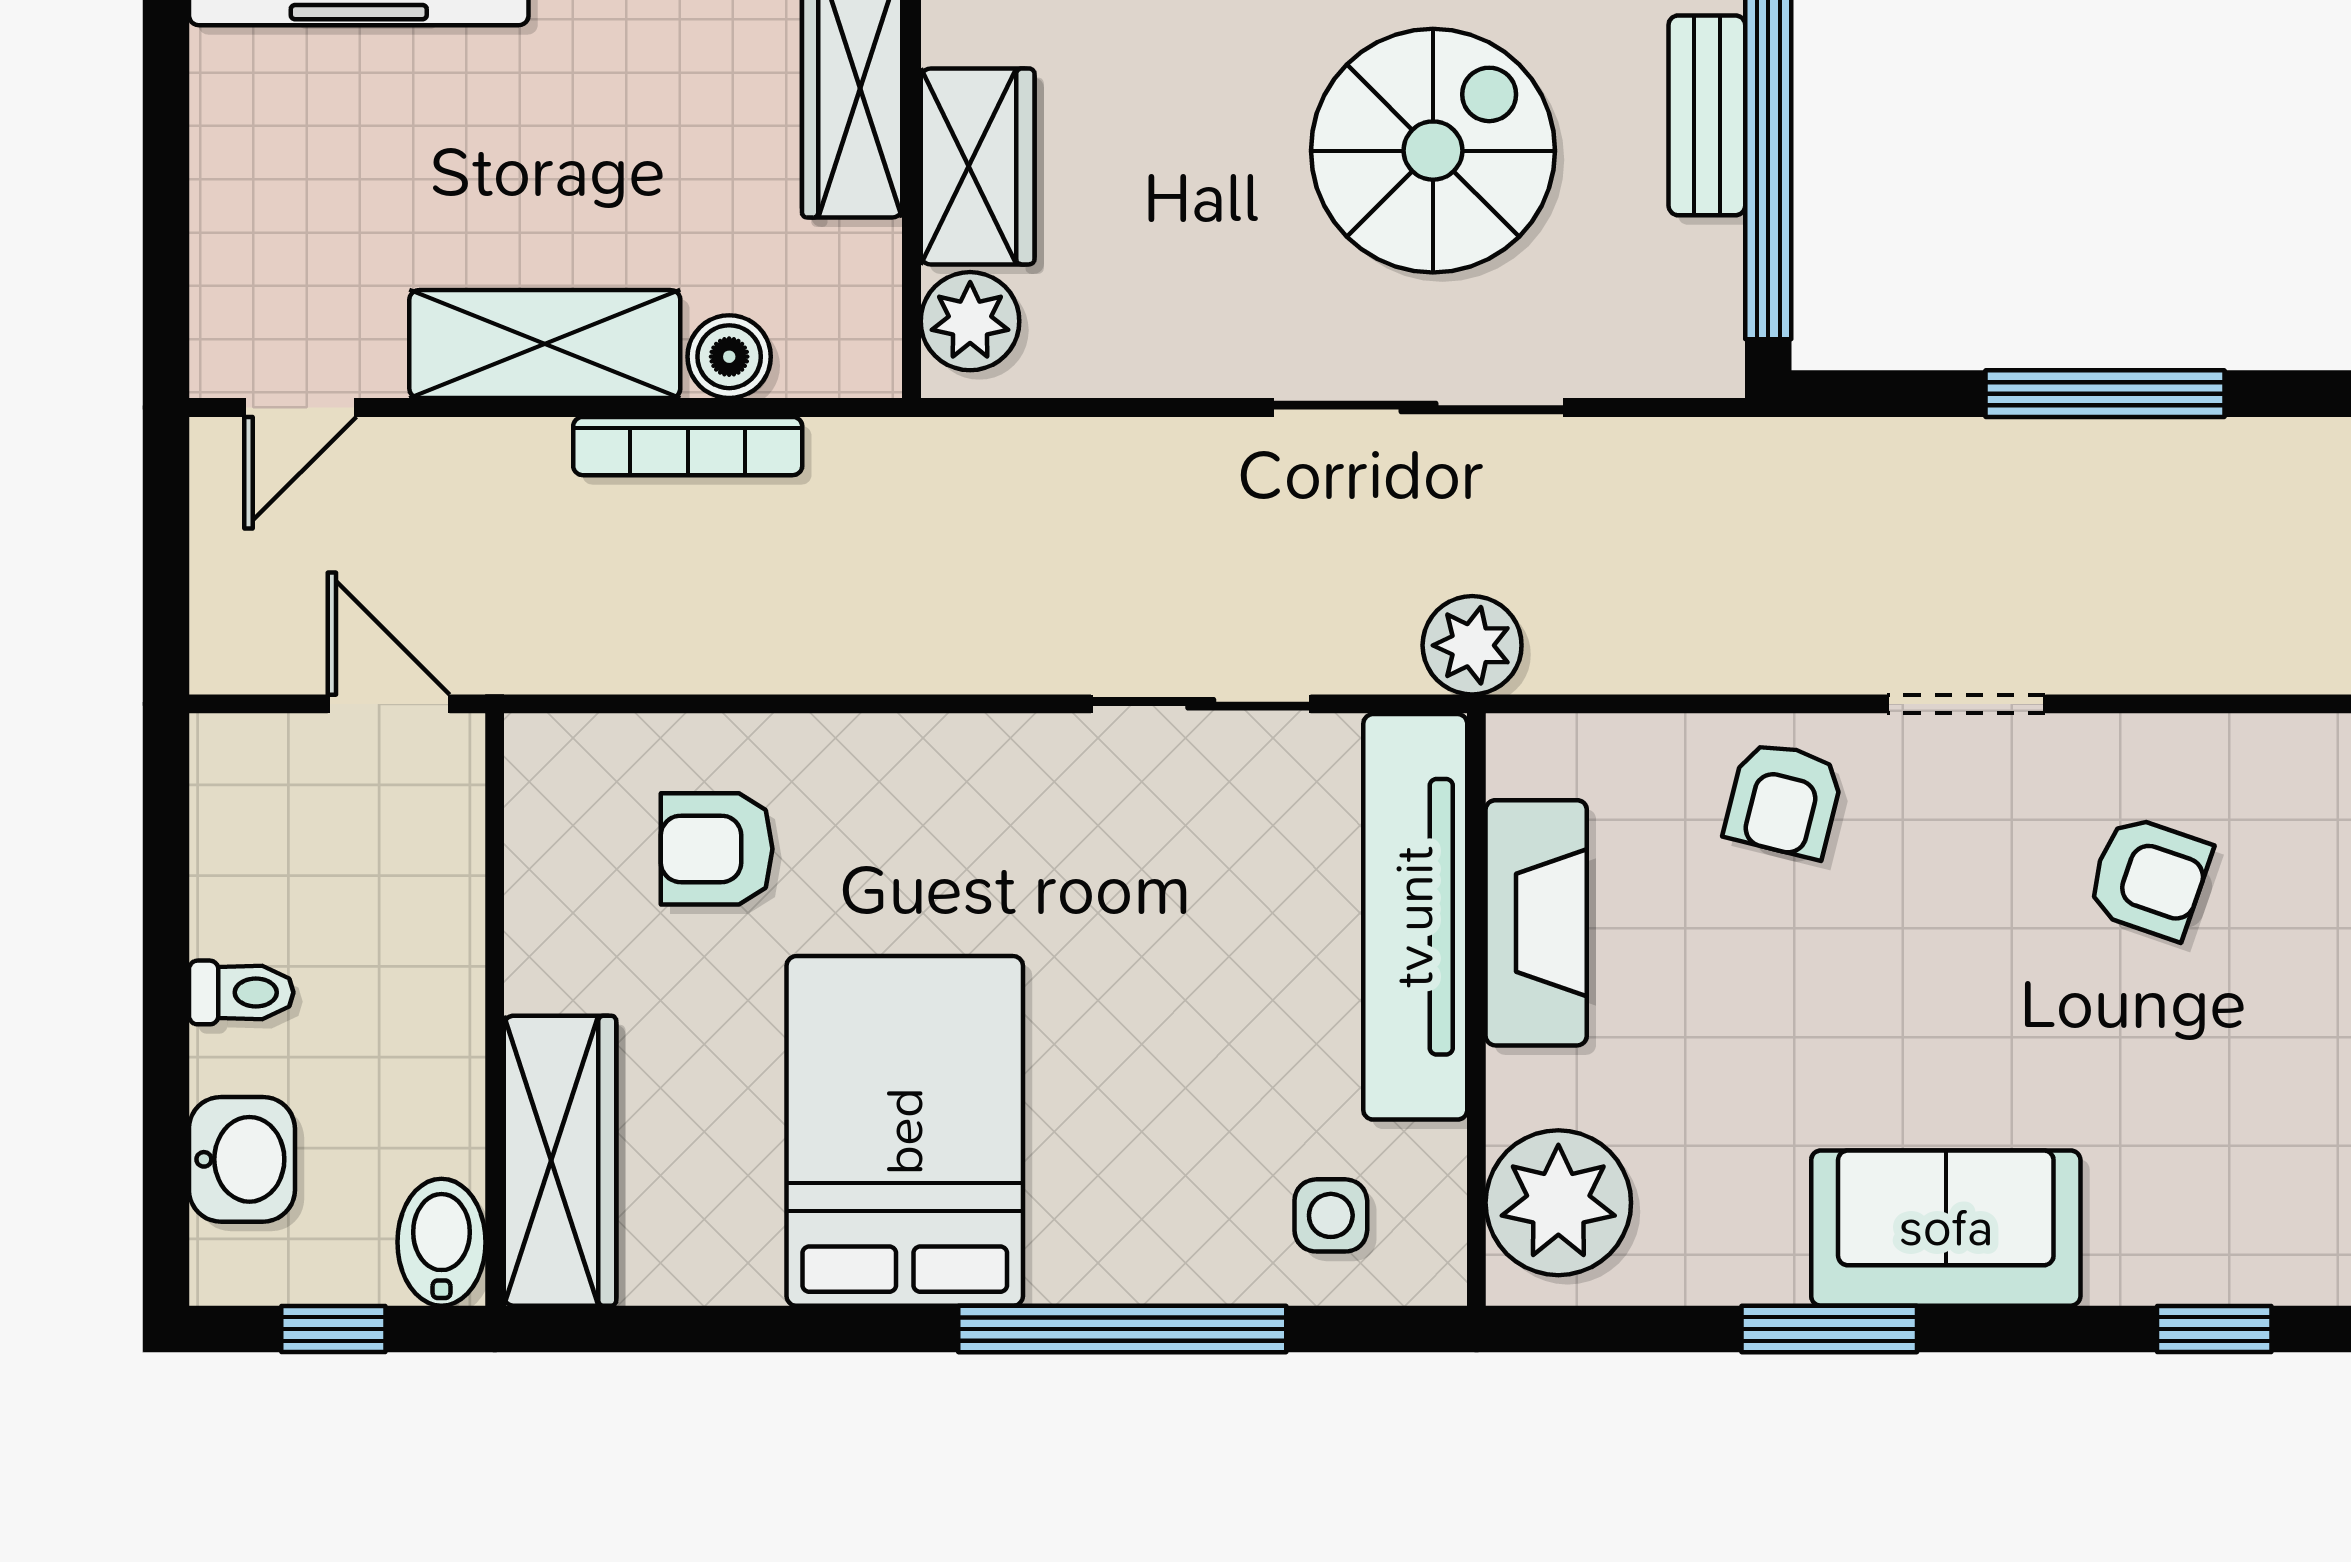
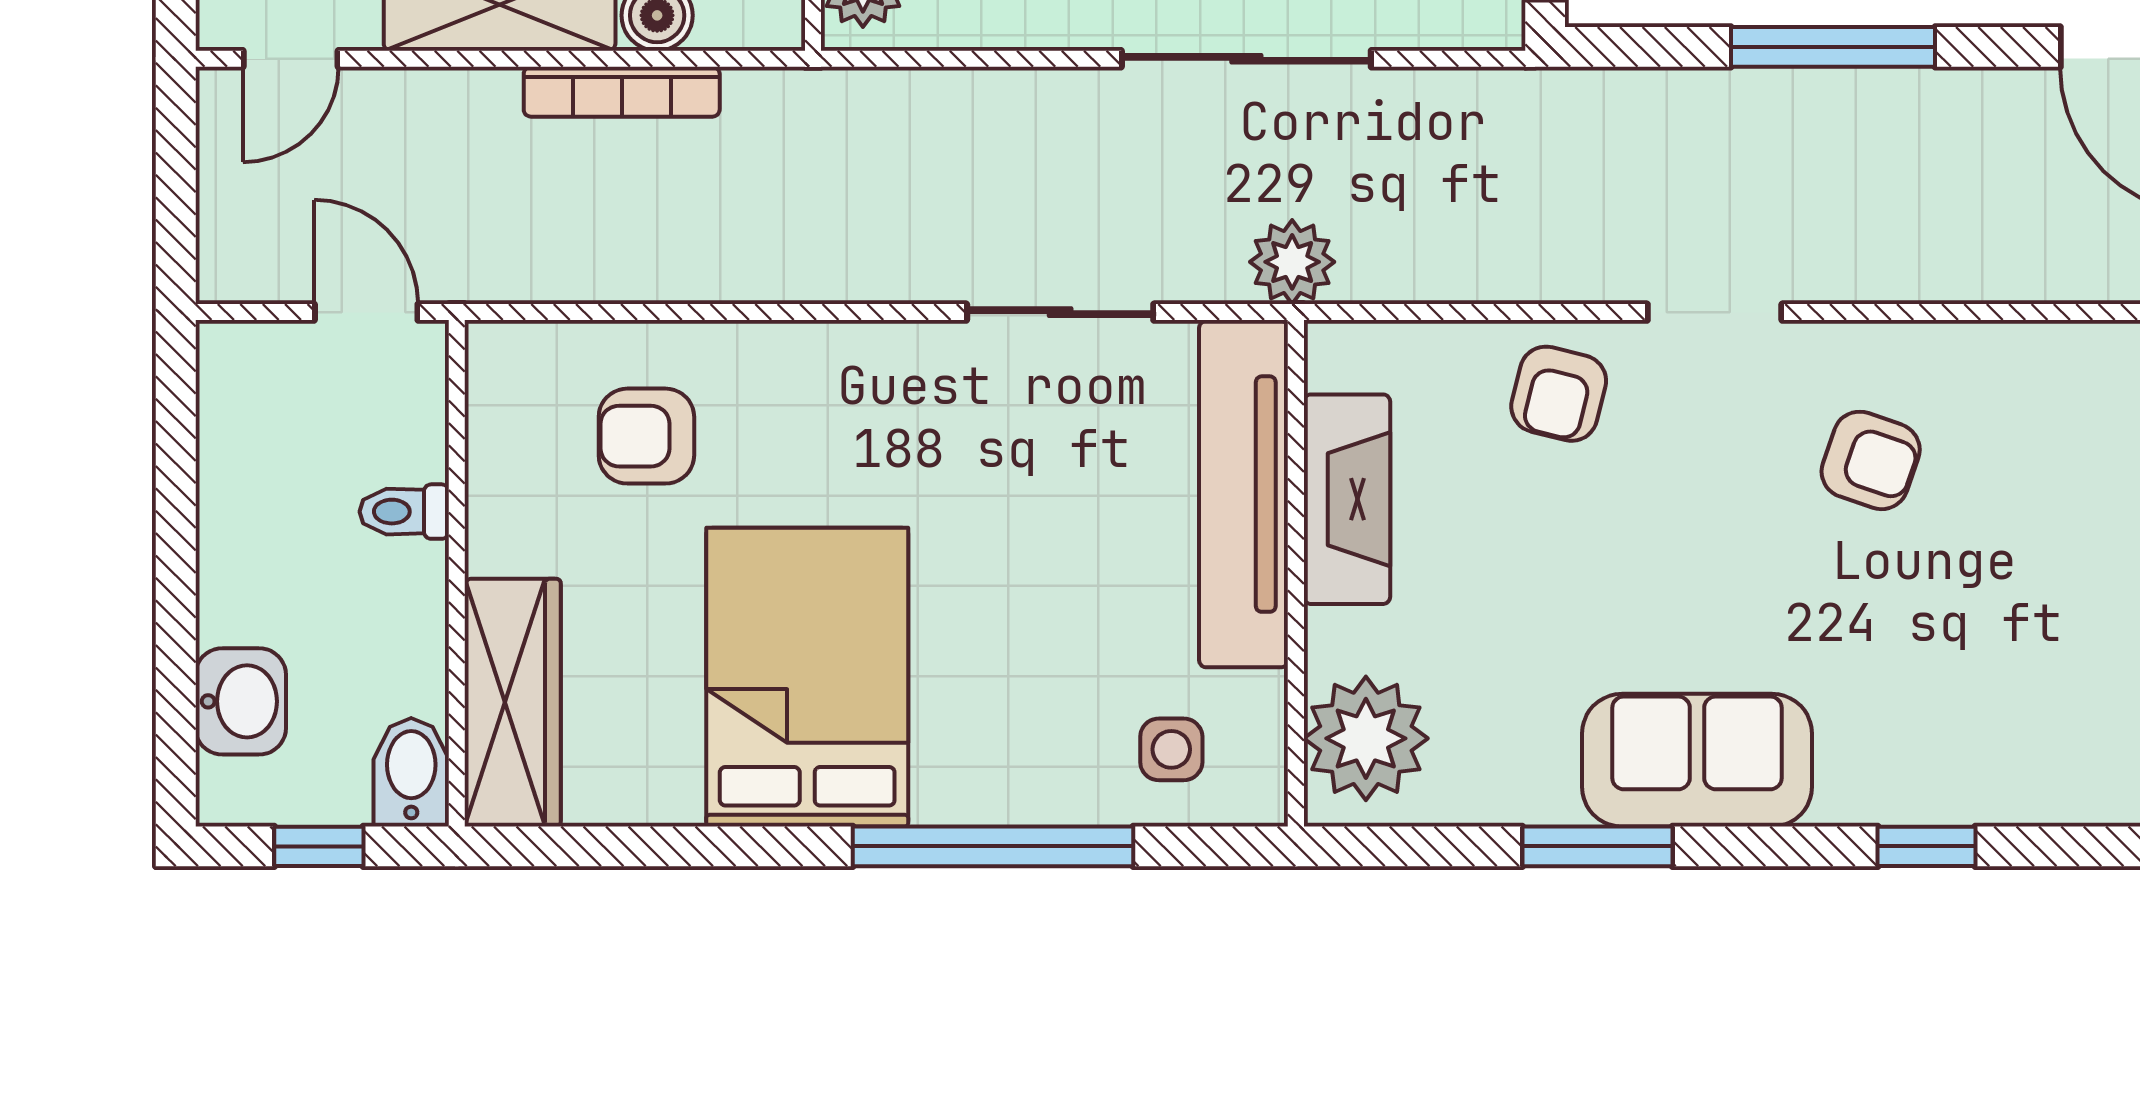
toilet: (241, 992) -> (404, 512), moved, turned 180

